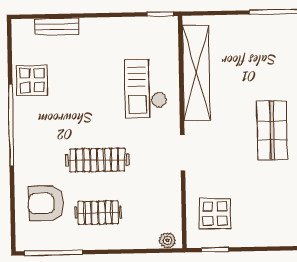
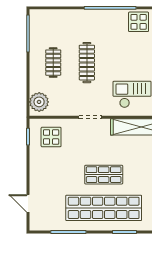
armchair: (46, 203) -> (60, 29), removed
plant: (167, 240) -> (39, 102), width x1.87, depth x1.87

